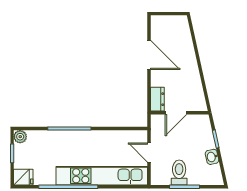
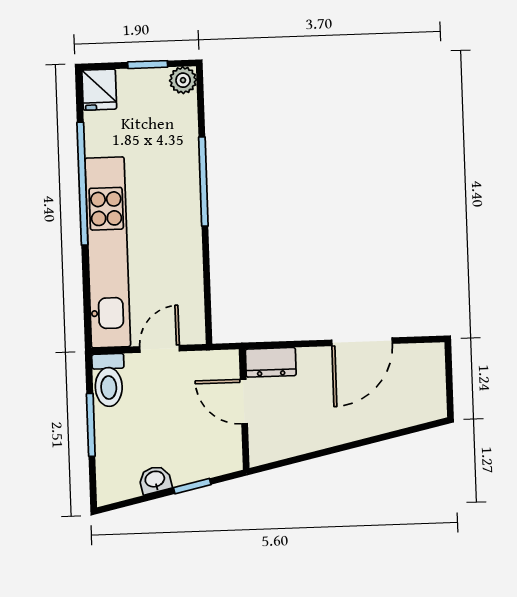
toilet: (179, 173) -> (108, 380), moved, turned 90

